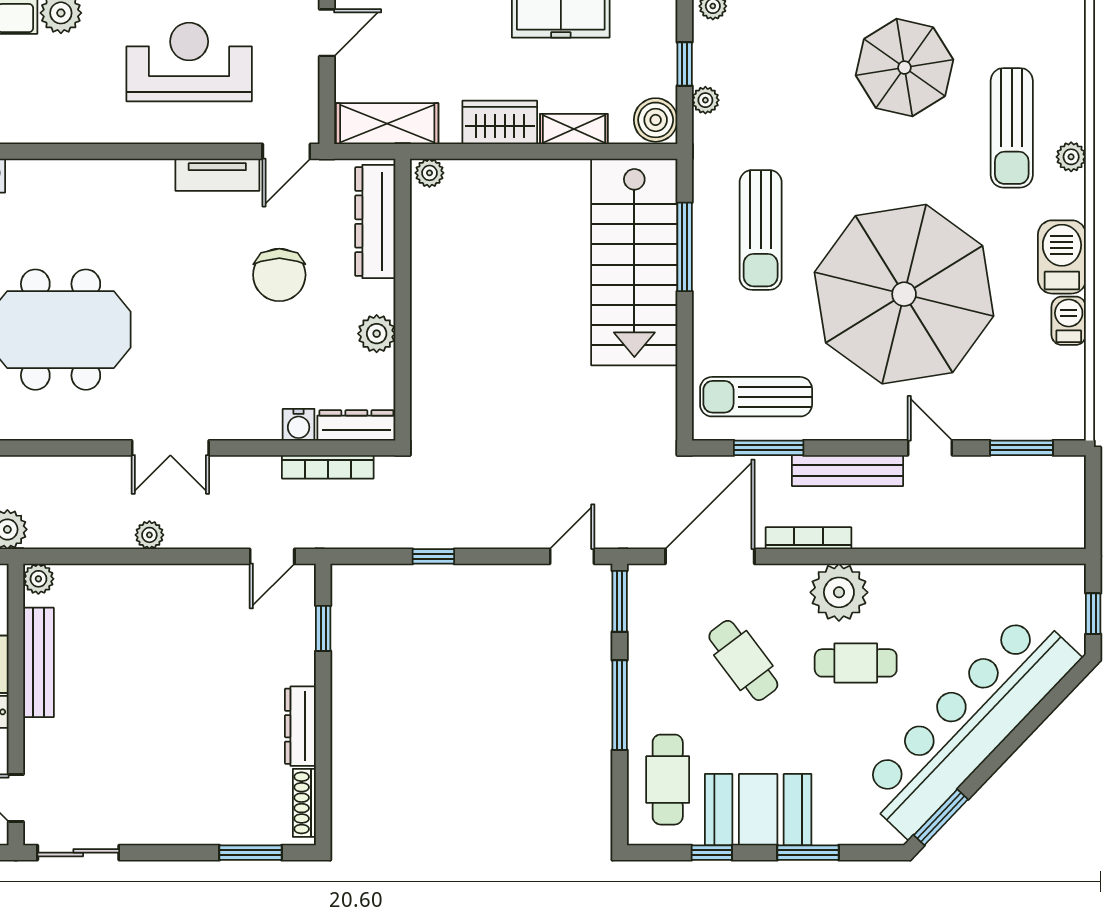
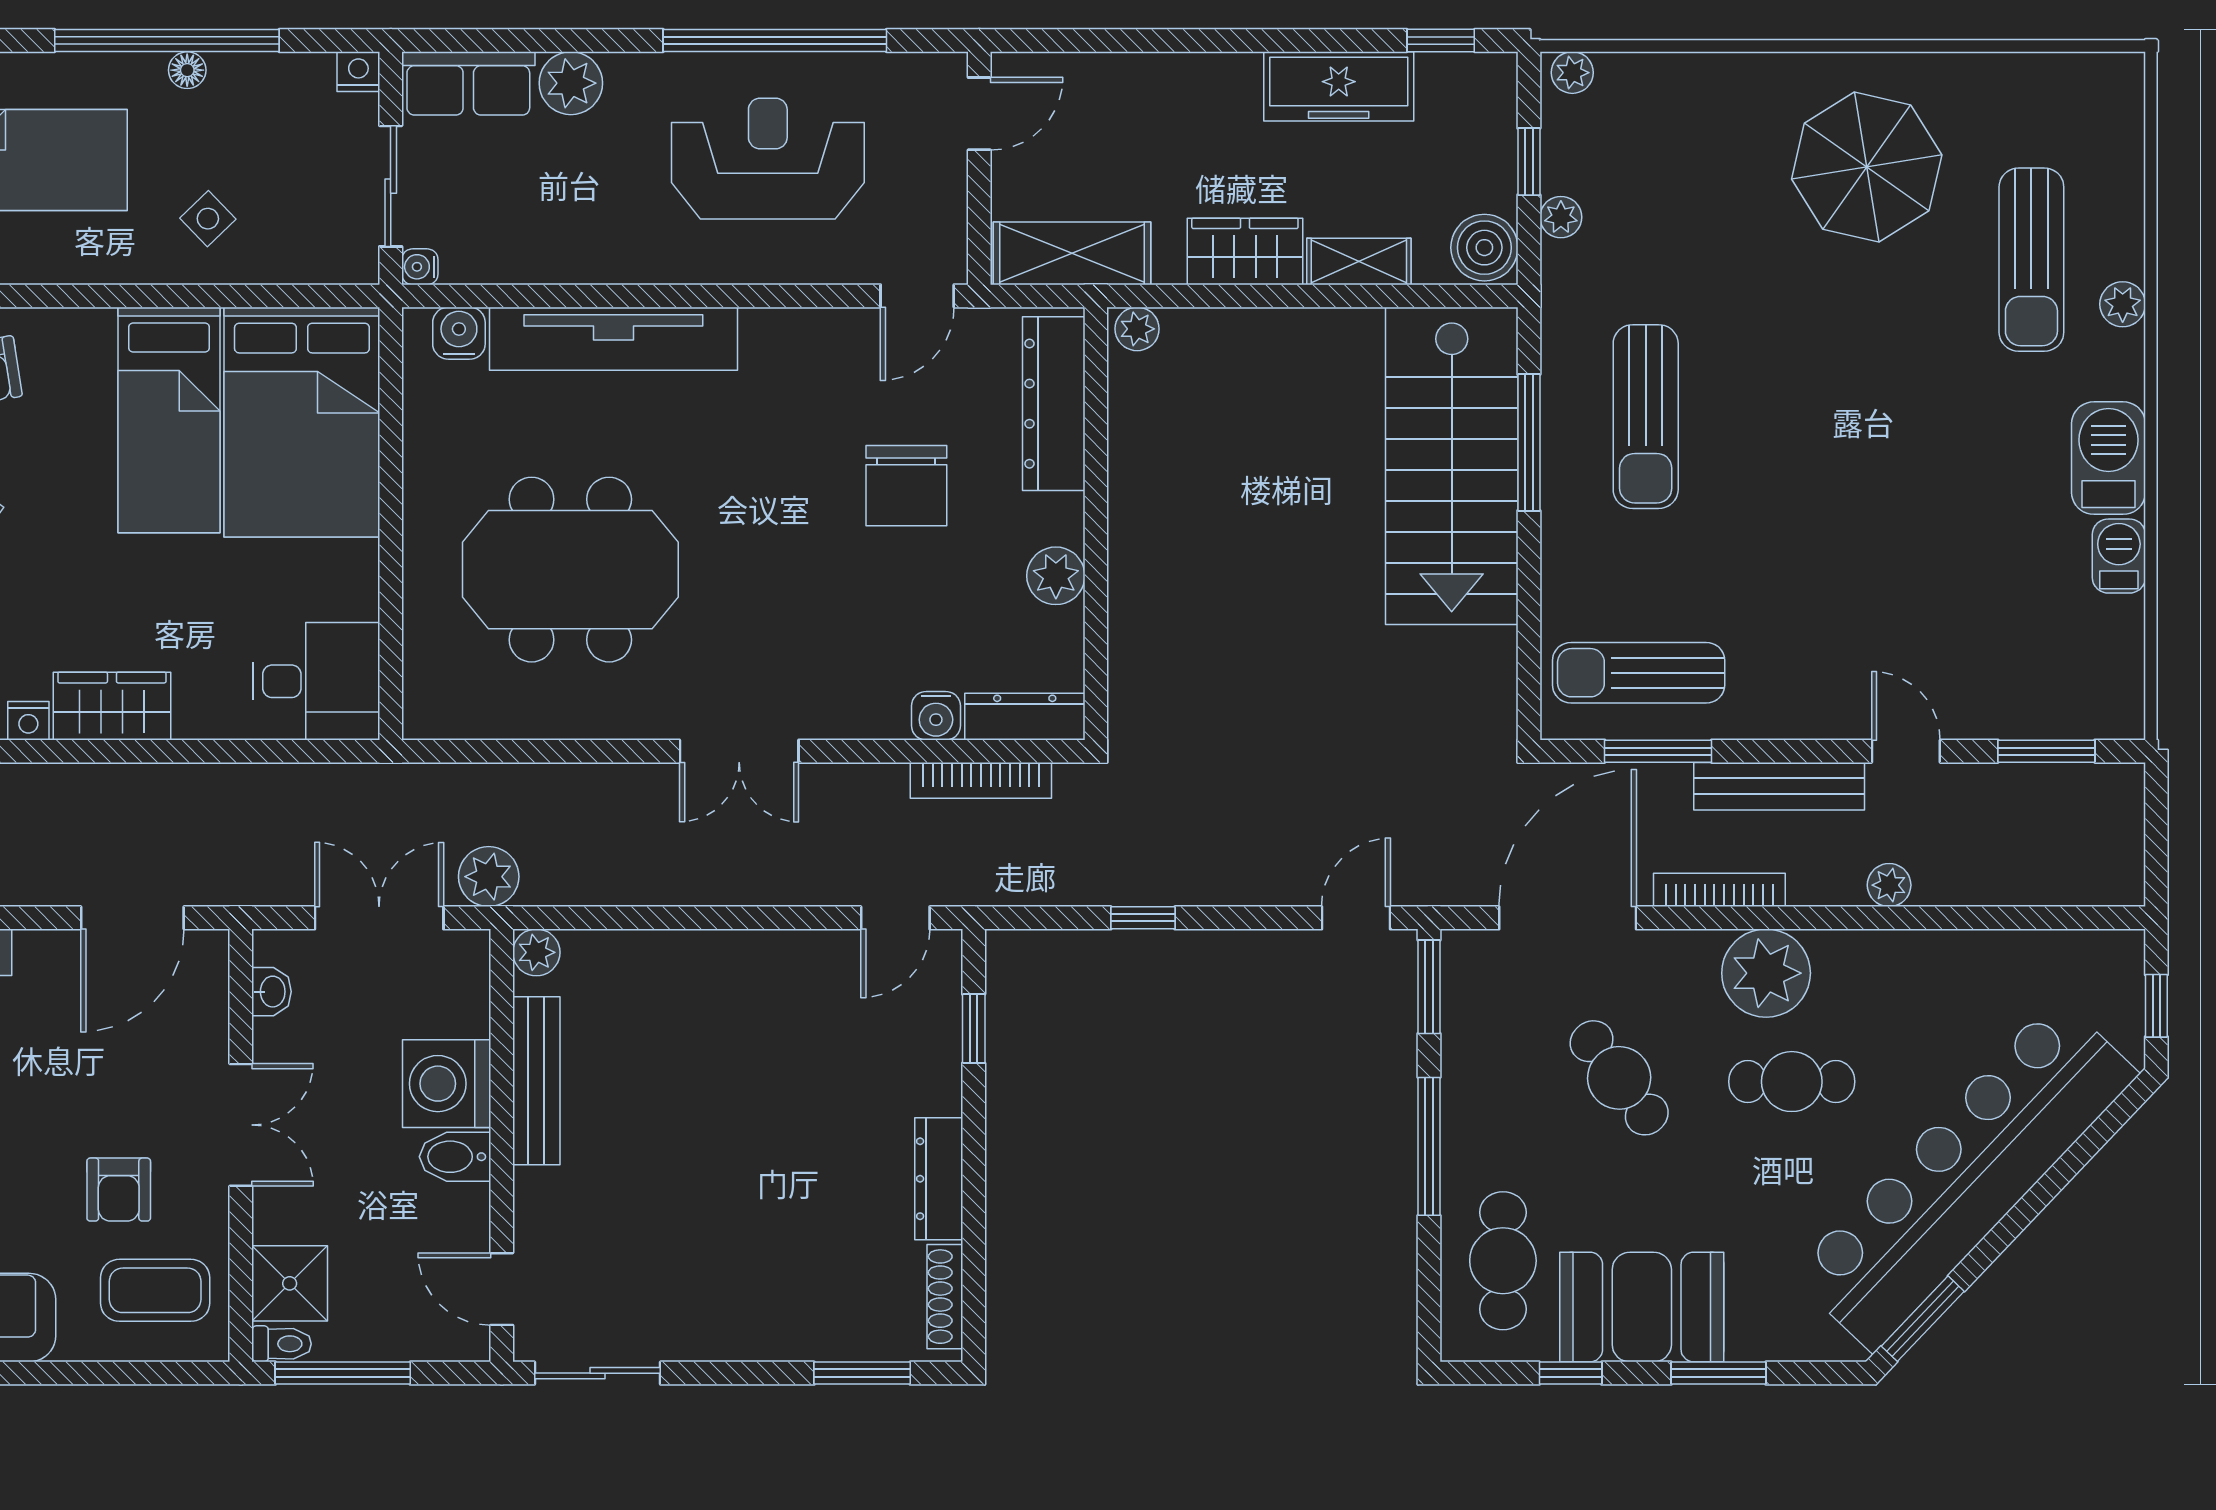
tv unit: (217, 175) -> (613, 339), moved, width x1.92, depth x1.29
parasol: (904, 294) -> (1866, 515), removed
plant: (149, 535) -> (1889, 885), moved

